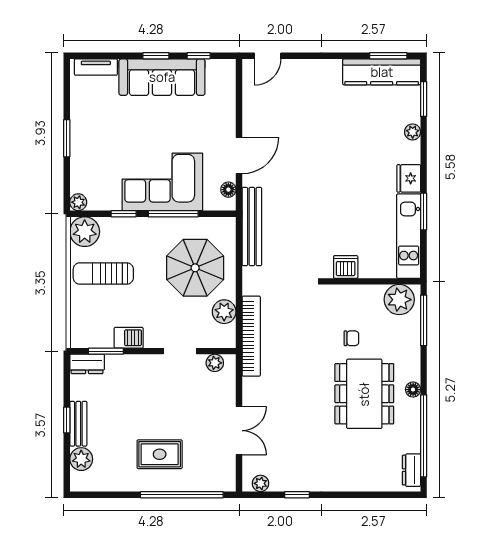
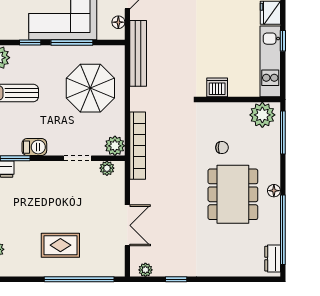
window: (424, 212) -> (283, 41), width x0.67
plant: (224, 312) -> (115, 146), moved

